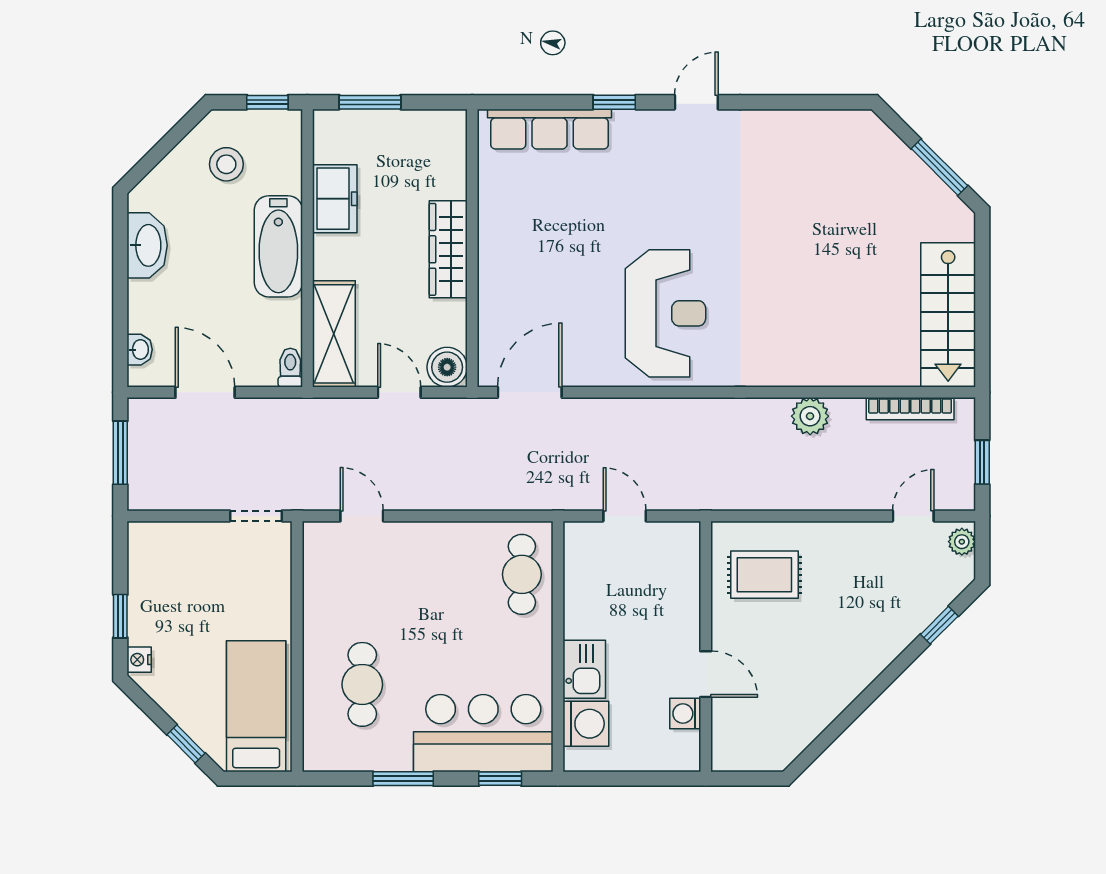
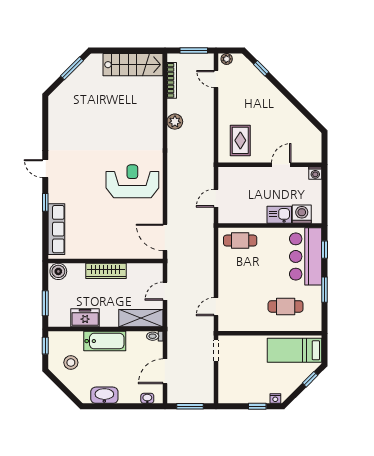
boiler: (447, 367) -> (58, 271), moved
window: (982, 462) -> (194, 51), width x1.50
washing machine: (685, 714) -> (315, 173), moved

